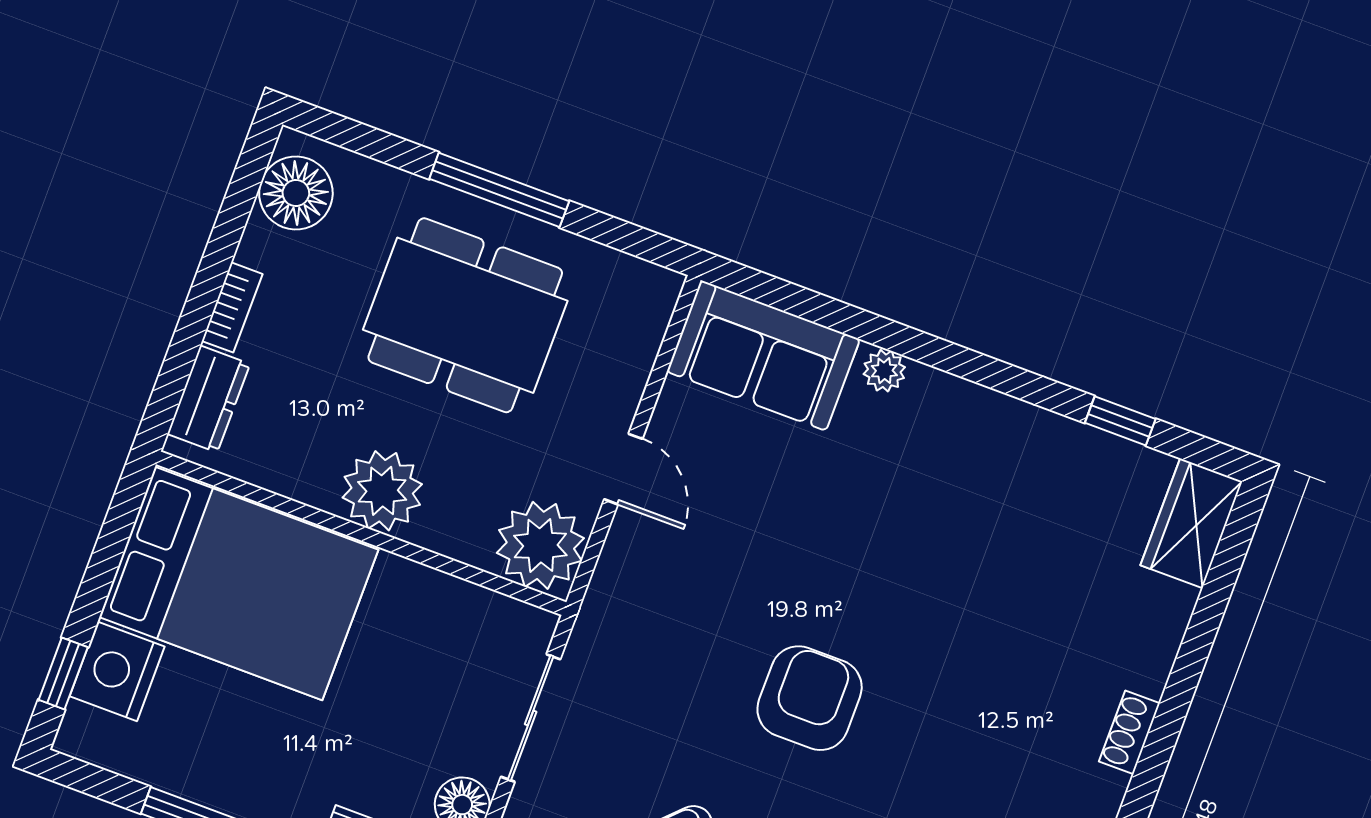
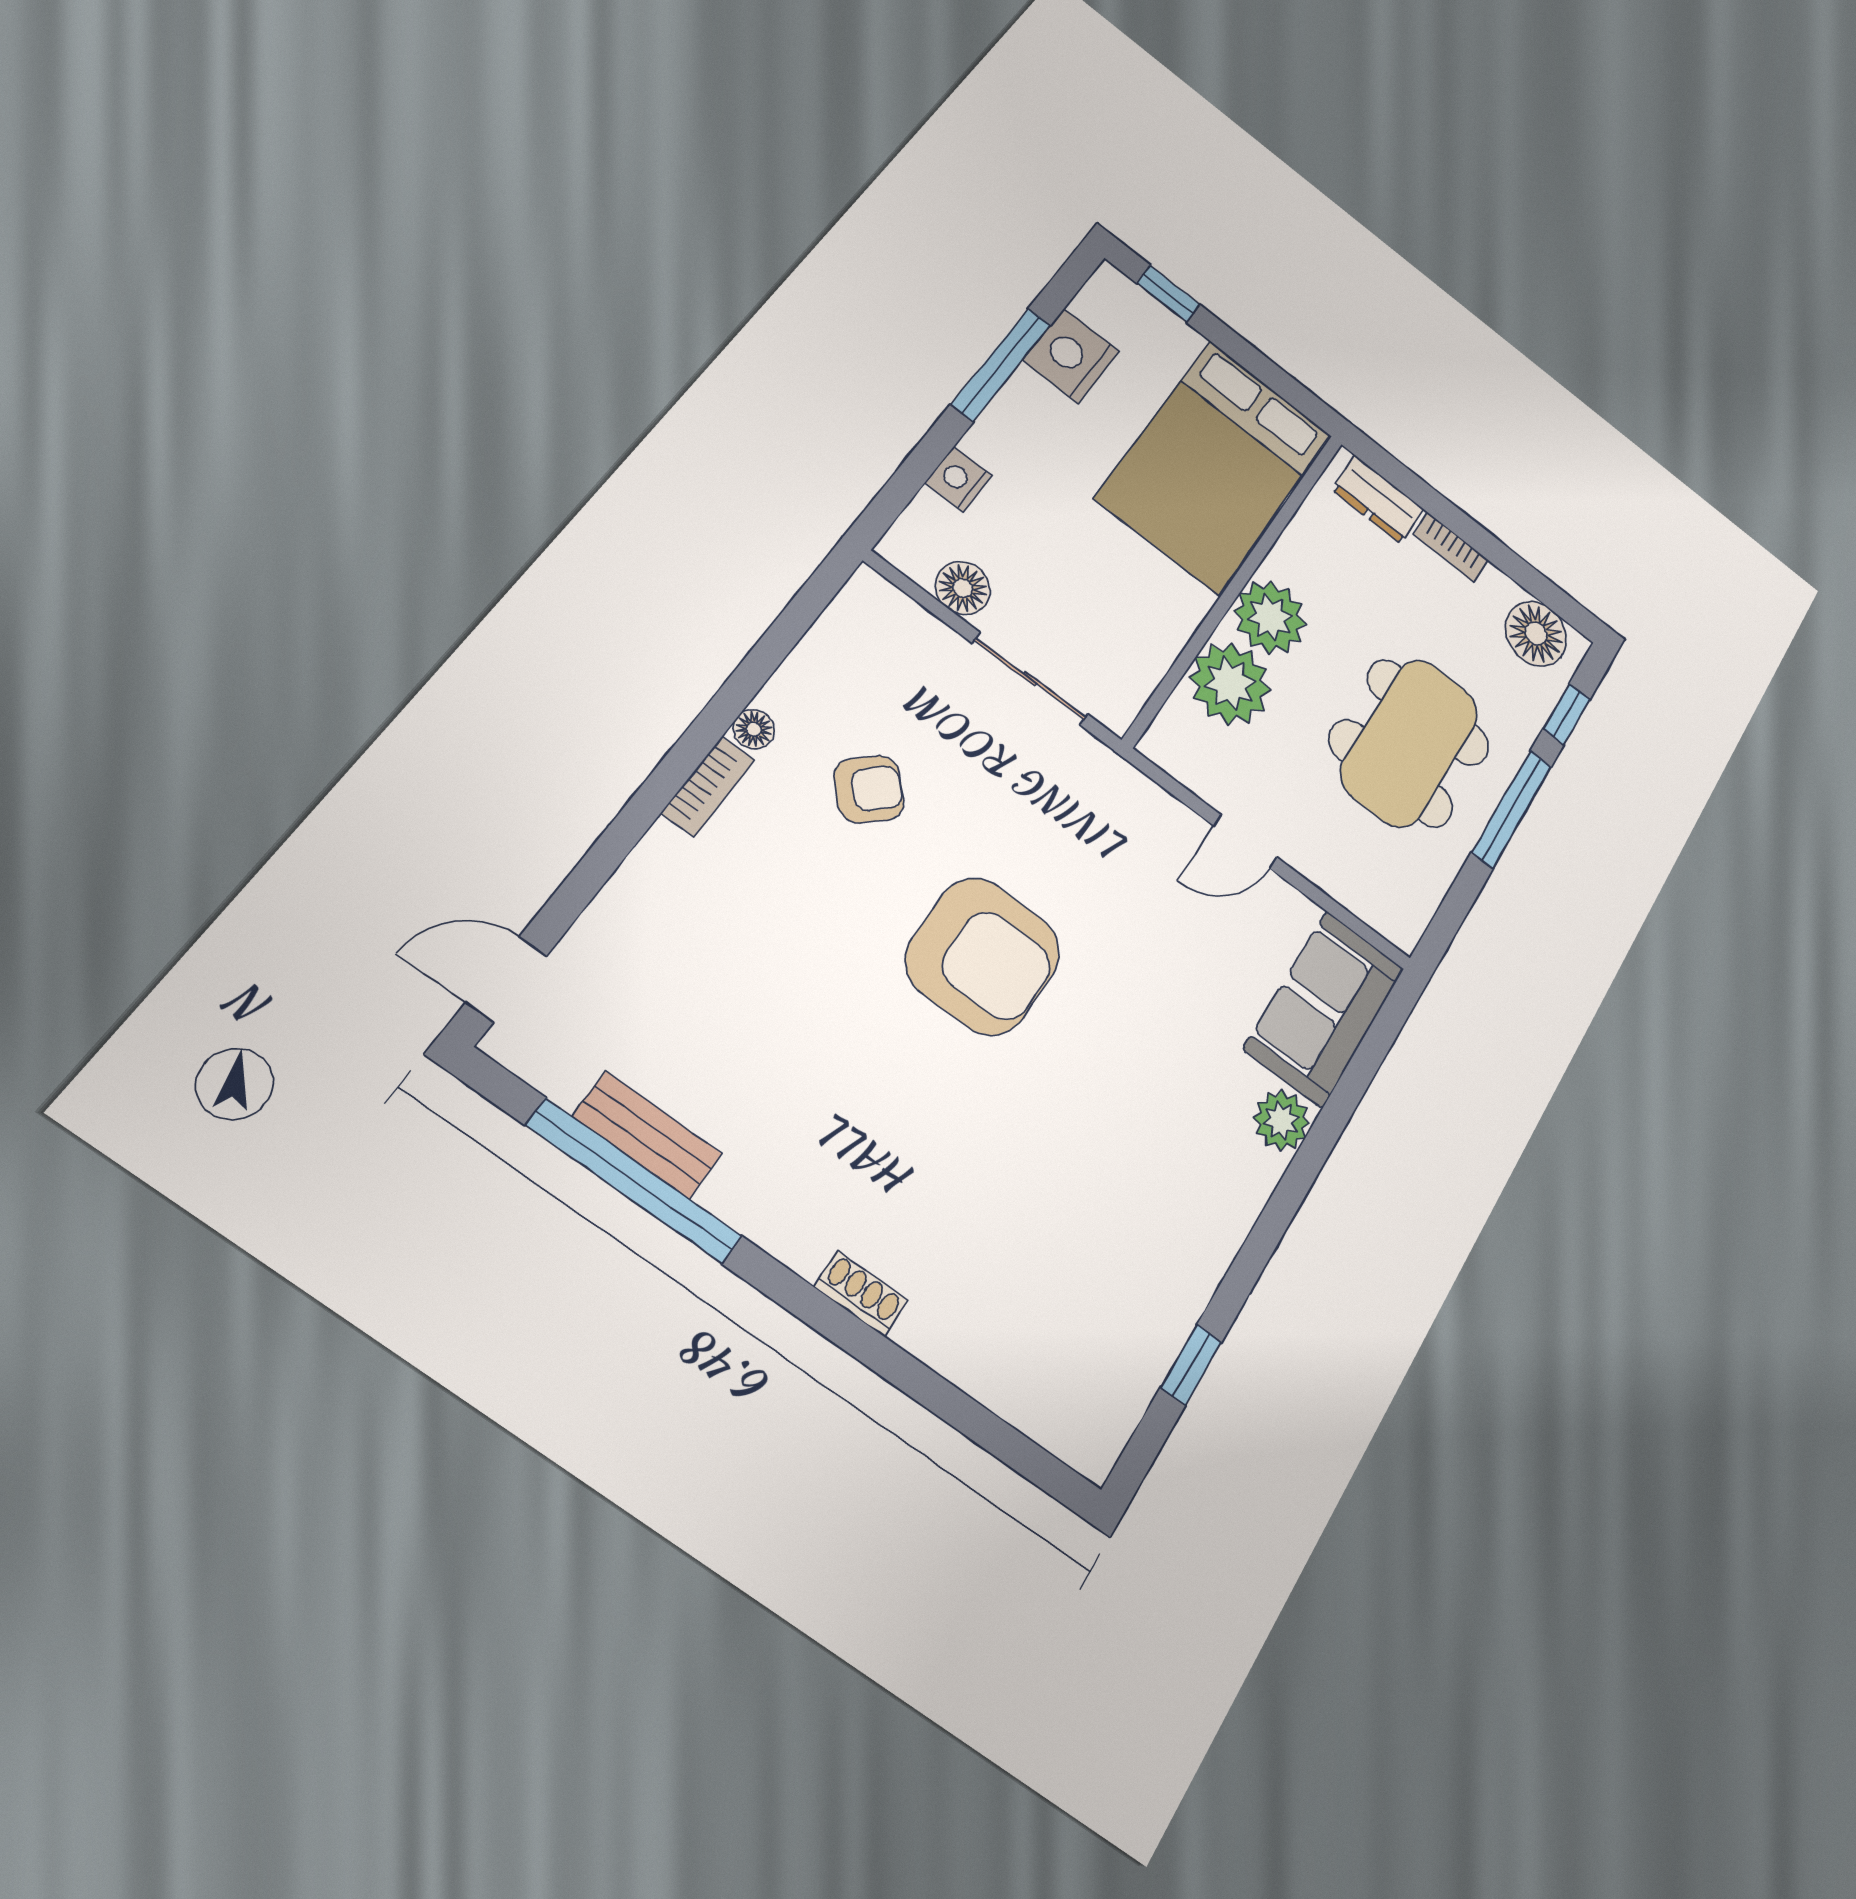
window: (374, 143) -> (1567, 714), added
plant: (884, 371) -> (1281, 1121), width x1.38, depth x1.38
wardrobe: (1192, 523) -> (1069, 1420), removed
plant: (540, 545) -> (1230, 684), moved
nightstand: (117, 671) -> (1071, 356), moved, turned -90
armchair: (810, 698) -> (983, 956), width x1.36, depth x1.36

